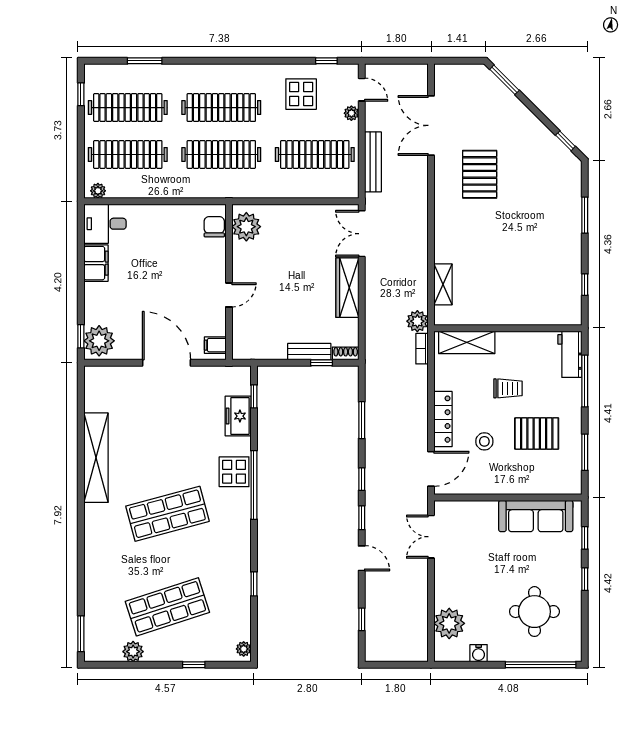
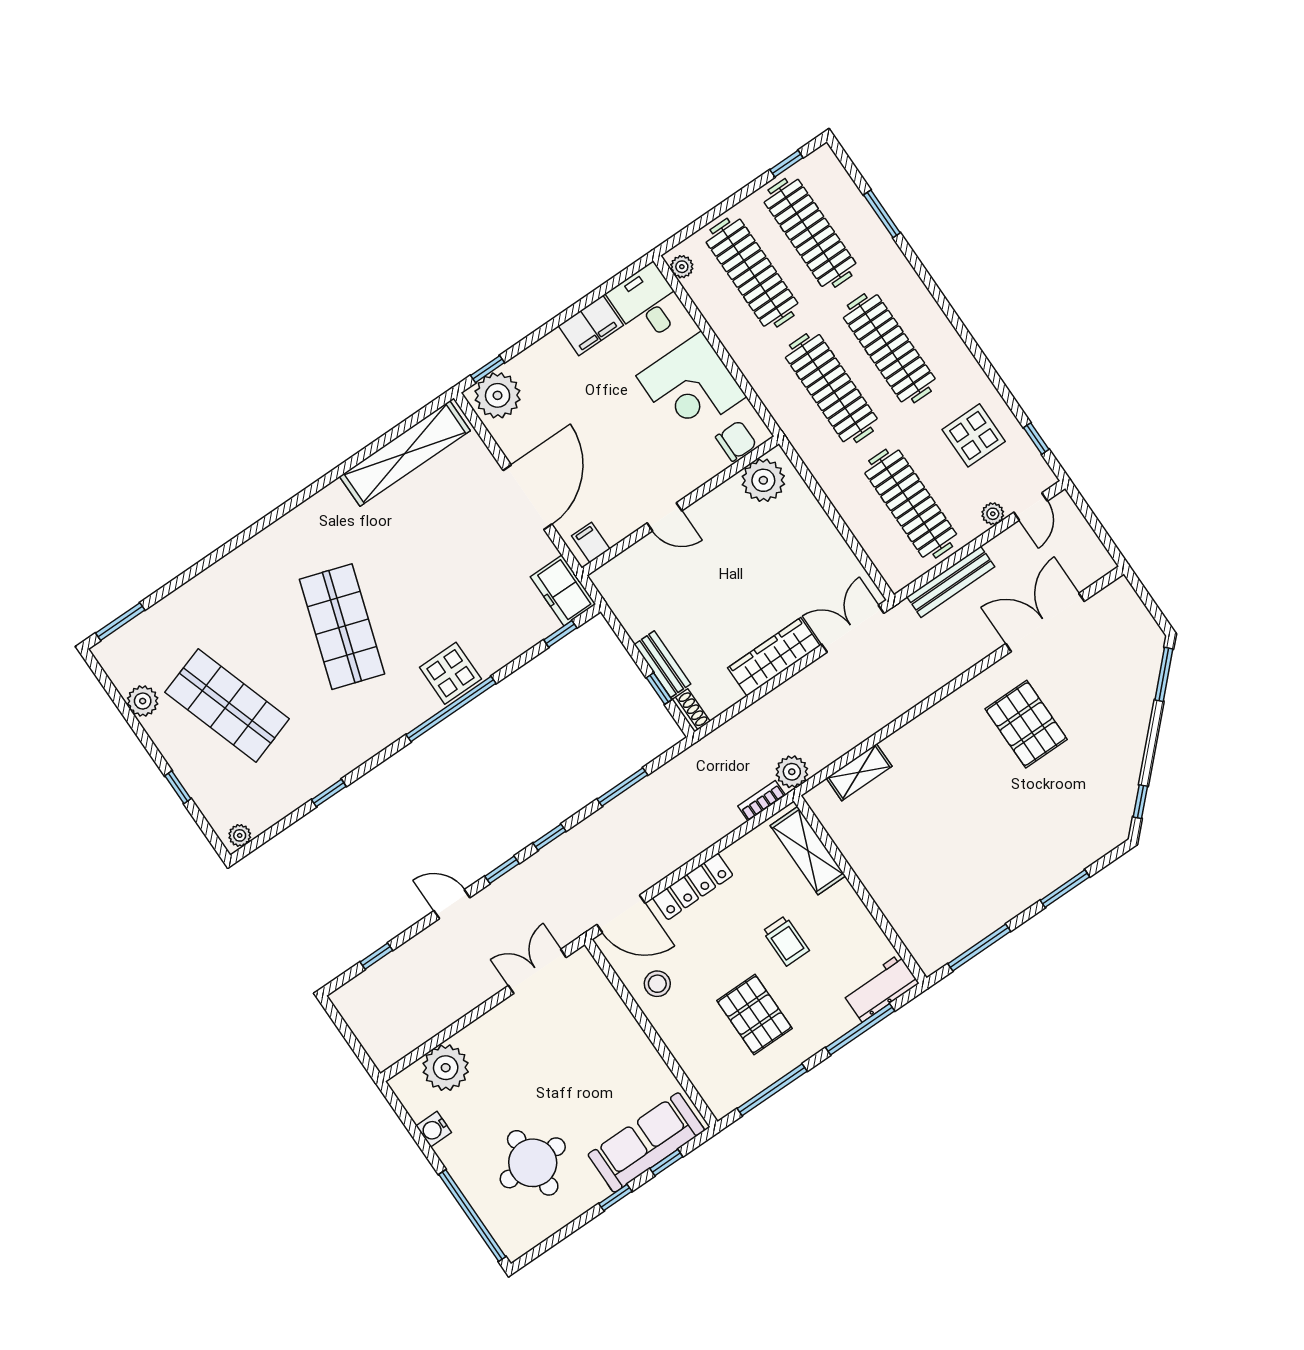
pallet: (480, 174) -> (1026, 724), turned 90
corner desk: (167, 231) -> (691, 386), added
window: (585, 285) -> (979, 947), width x2.17
freezer: (238, 416) -> (563, 591), moved, turned -90
stool: (484, 441) -> (657, 984), moved
window: (585, 452) -> (772, 1090), width x1.44
shelving: (96, 458) -> (405, 453), moved
shop shelf: (167, 514) -> (342, 627), turned 33
sofa: (536, 516) -> (646, 1142), moved, turned 90
door: (362, 558) -> (452, 904), swing flipped

